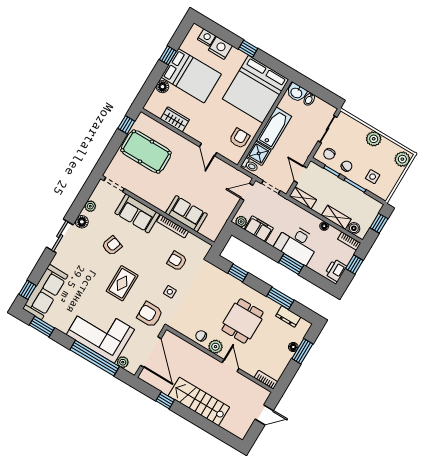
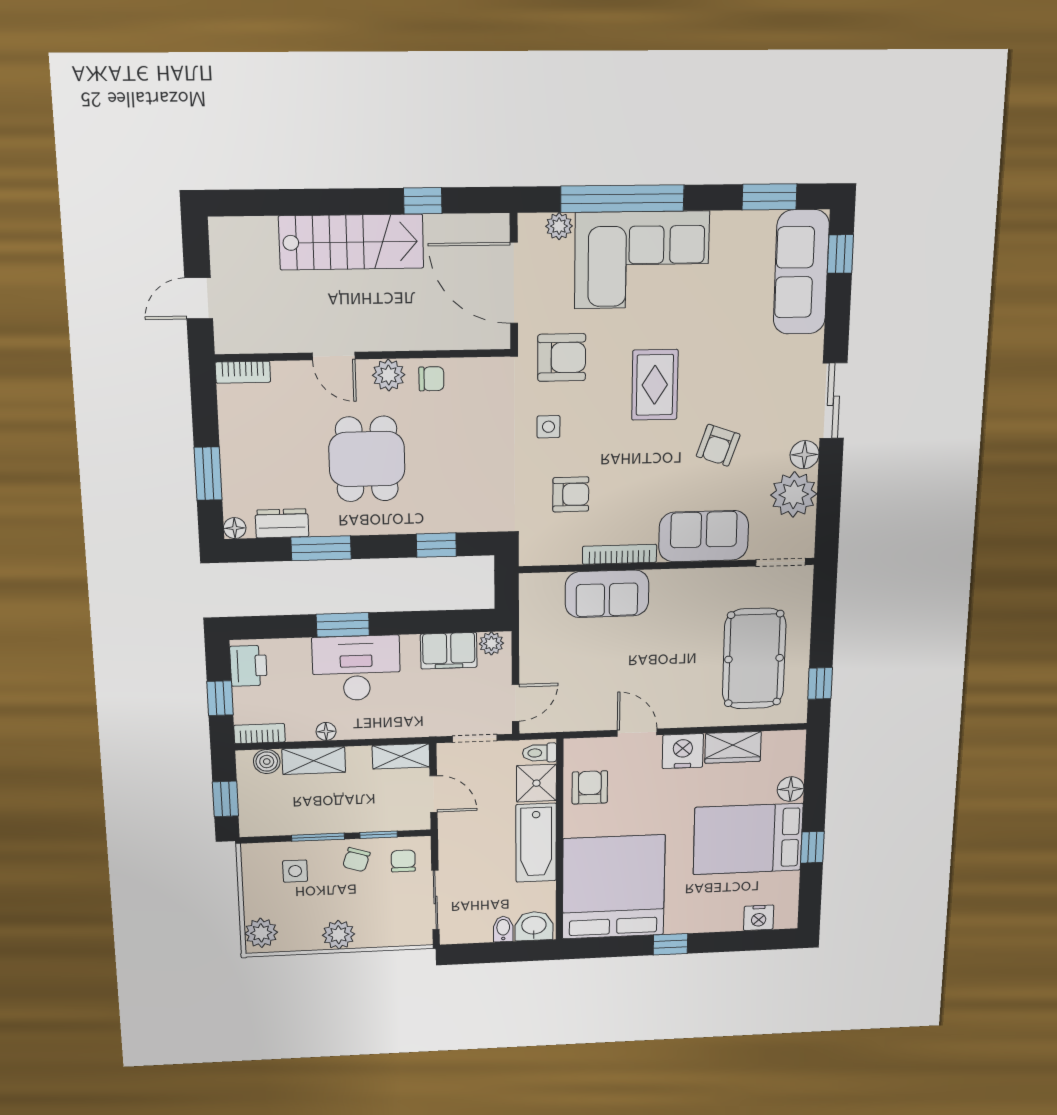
nightstand: (220, 48) -> (683, 751), moved, turned 180
armchair: (240, 138) -> (590, 787), turned 180
pool table: (146, 152) -> (754, 659), turned 90
plant: (90, 206) -> (794, 495), width x1.88, depth x1.88
floor lamp: (293, 347) -> (235, 528), moved

